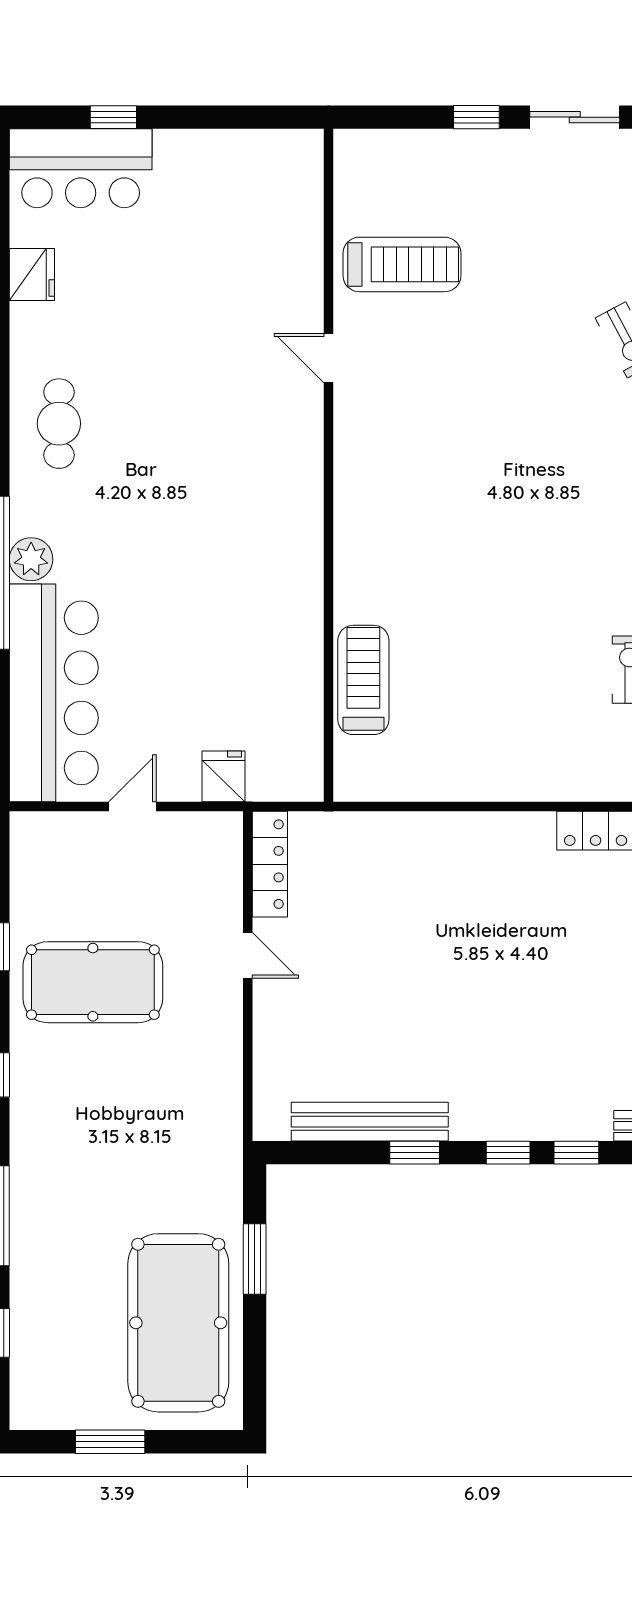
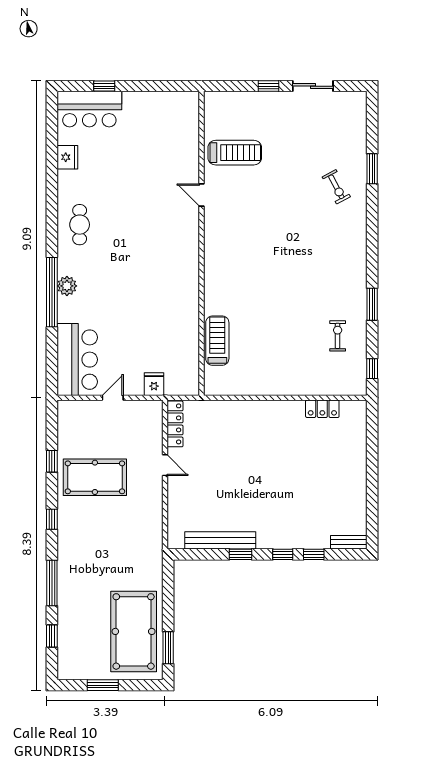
bar counter: (54, 693) -> (77, 360), width x0.73
window: (255, 1259) -> (168, 648), moved

